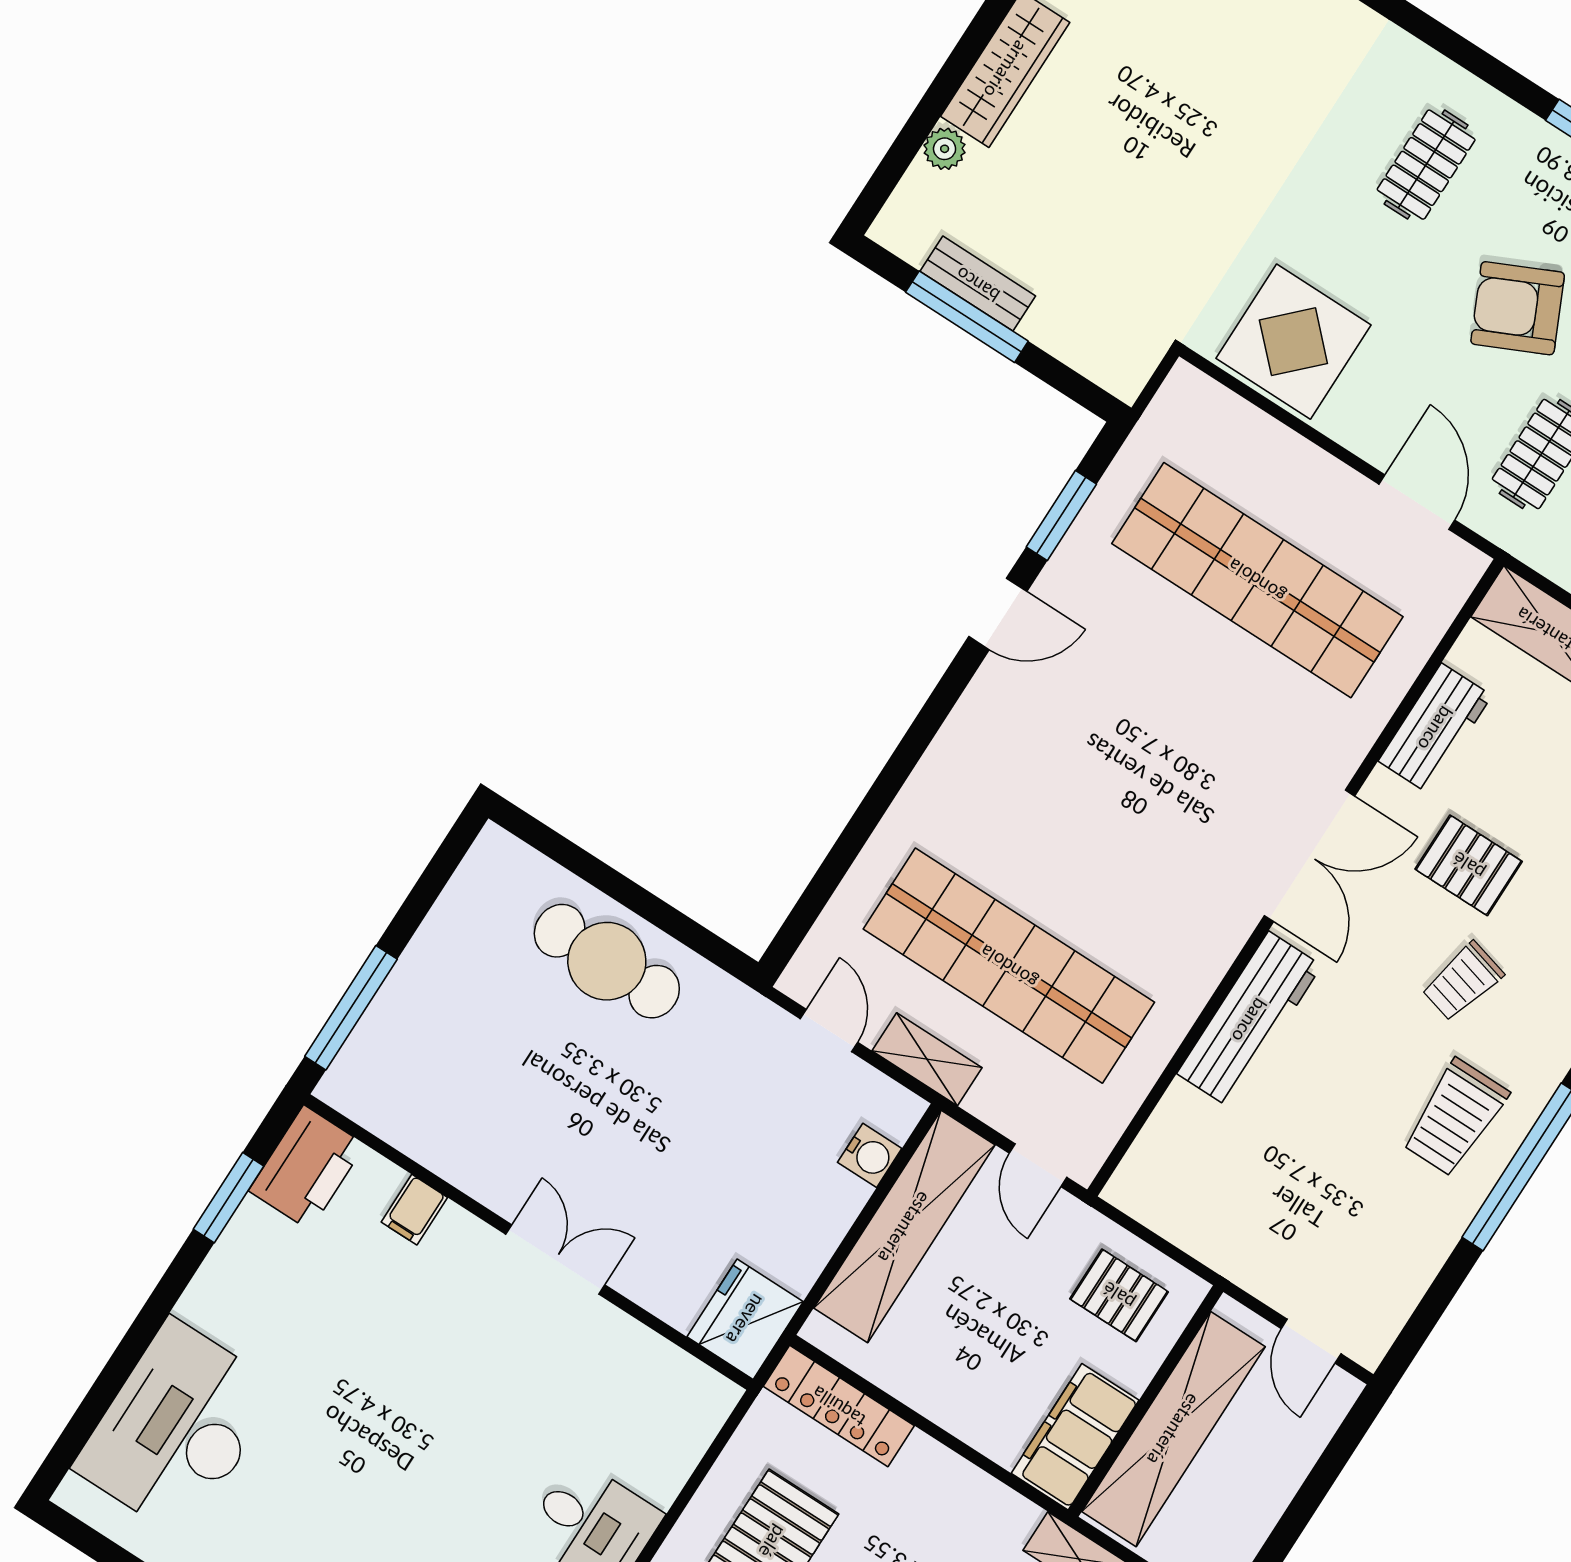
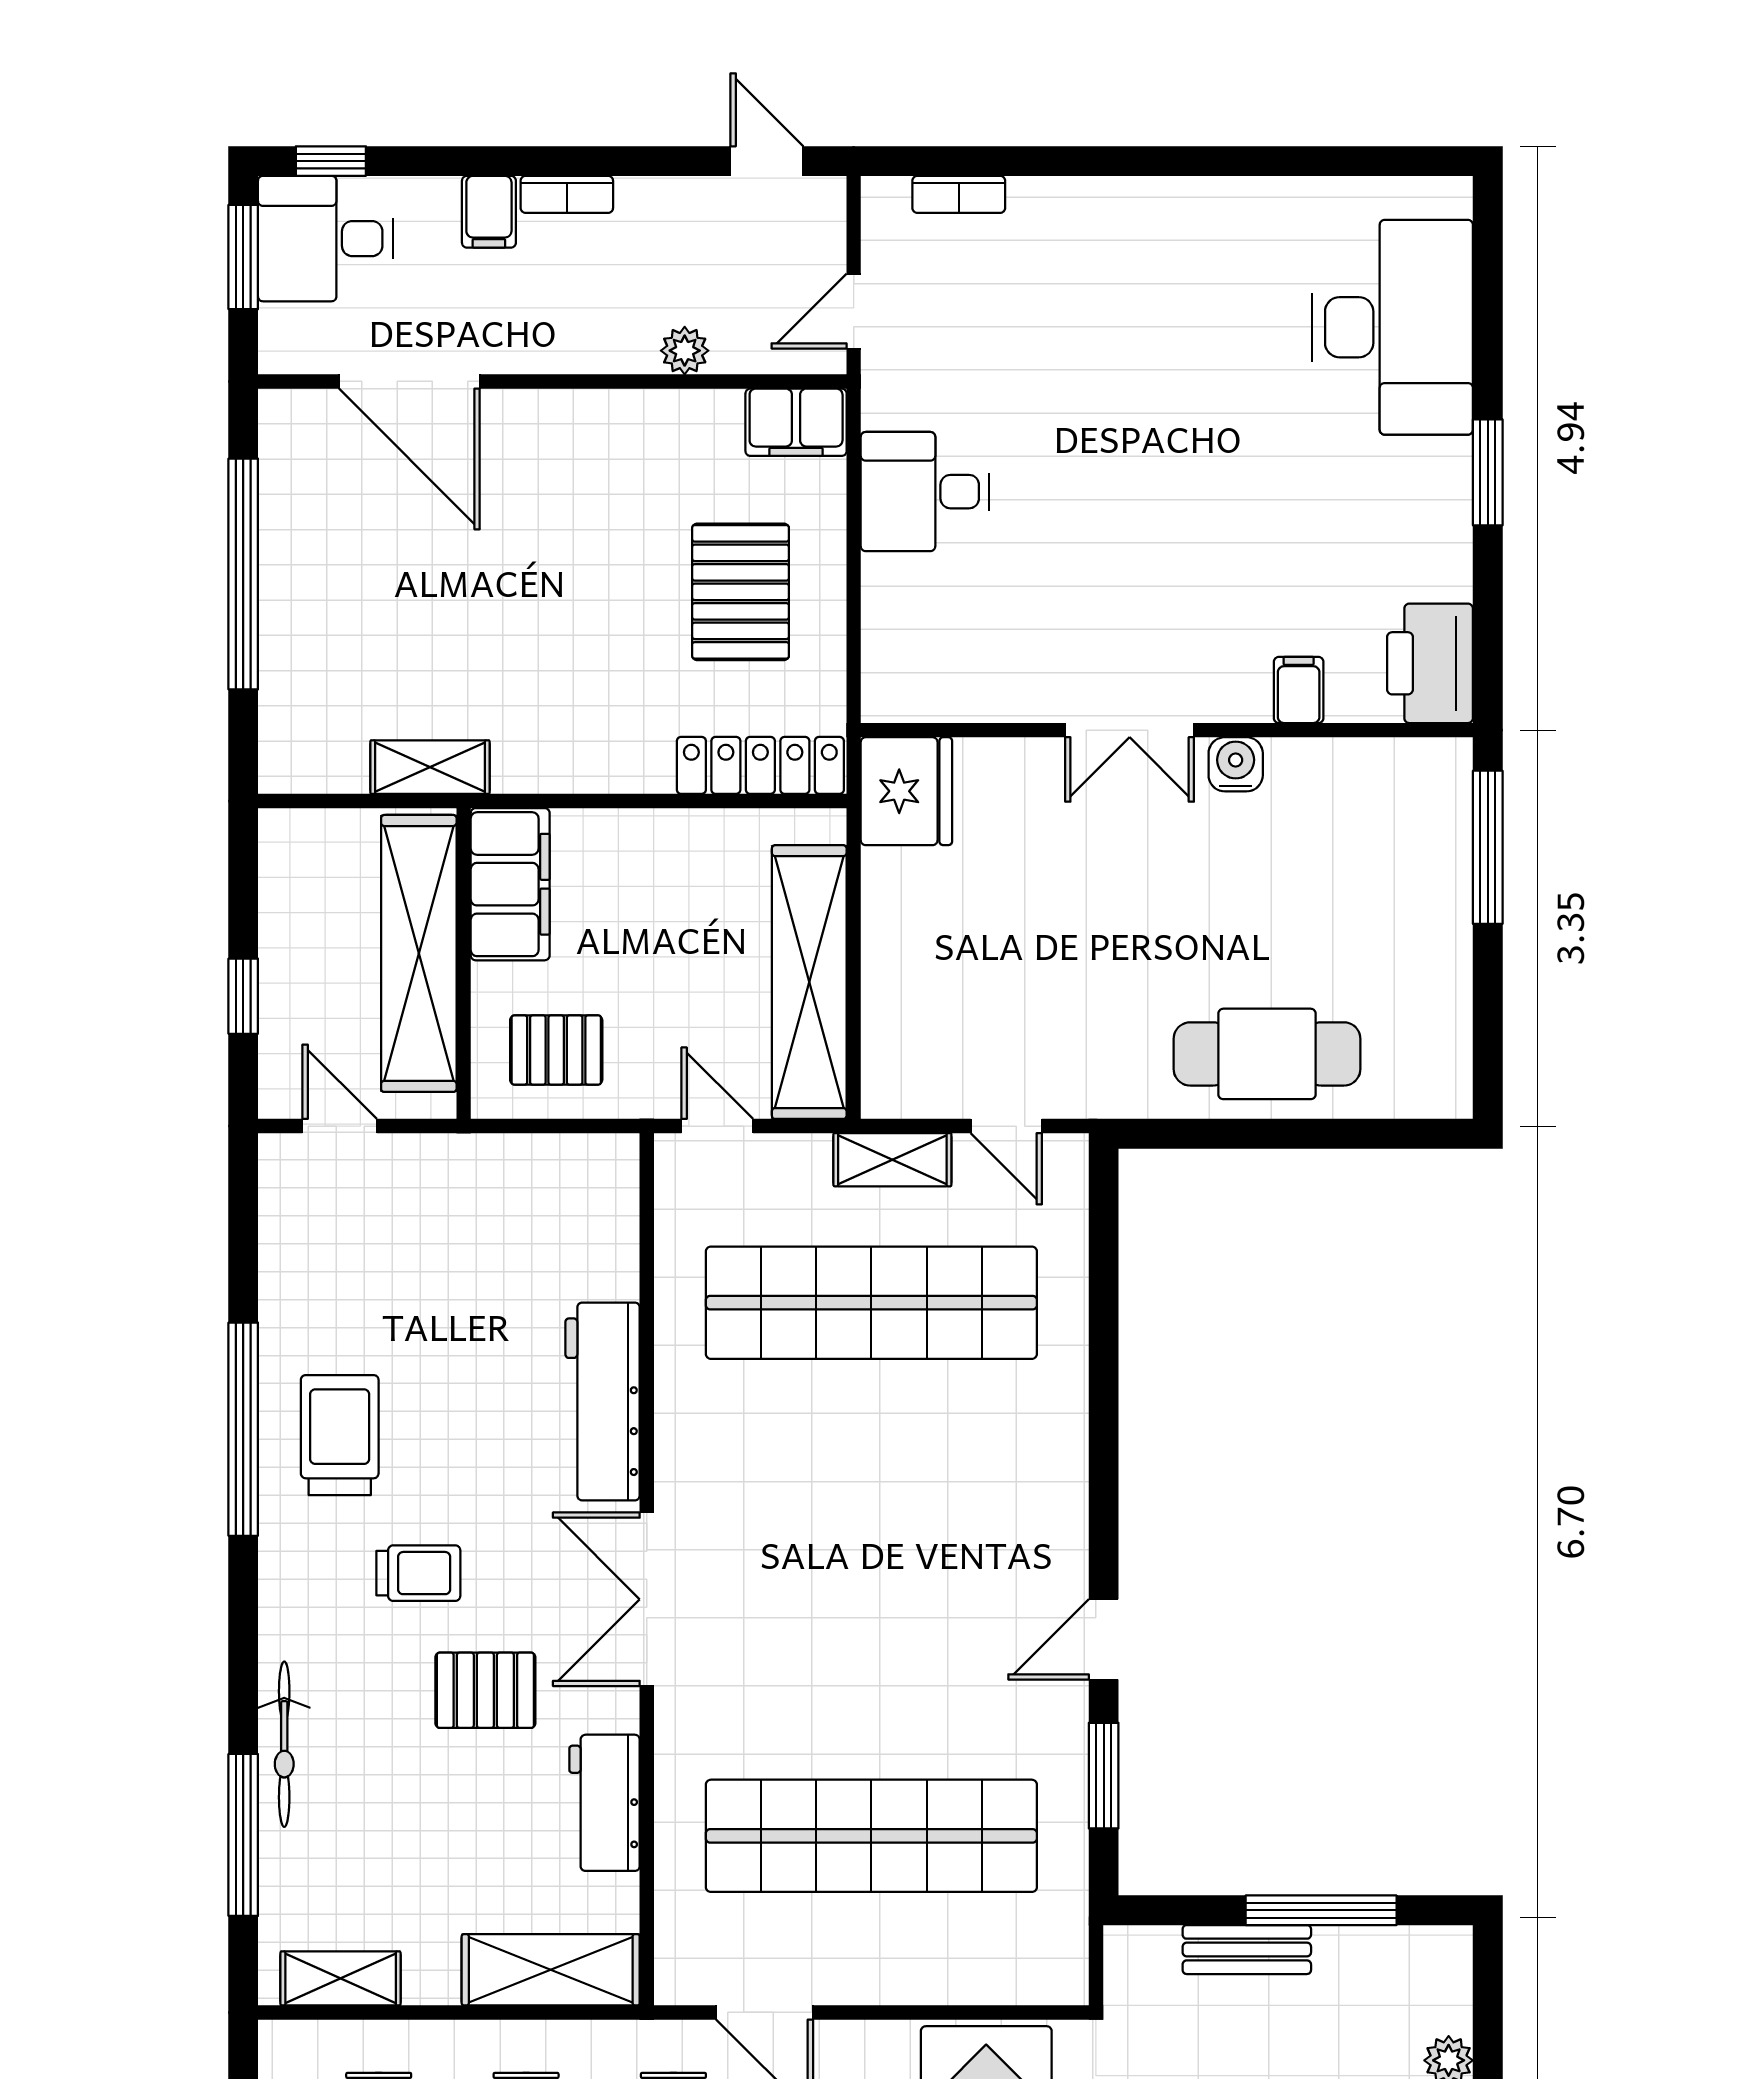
bench: (978, 284) -> (1247, 1950), moved
trolley: (1463, 981) -> (418, 1573), turned 75
water cooler: (870, 1155) -> (1236, 764), moved, turned 90
window: (229, 1198) -> (1488, 472), moved
window: (1320, 1480) -> (243, 996), added

